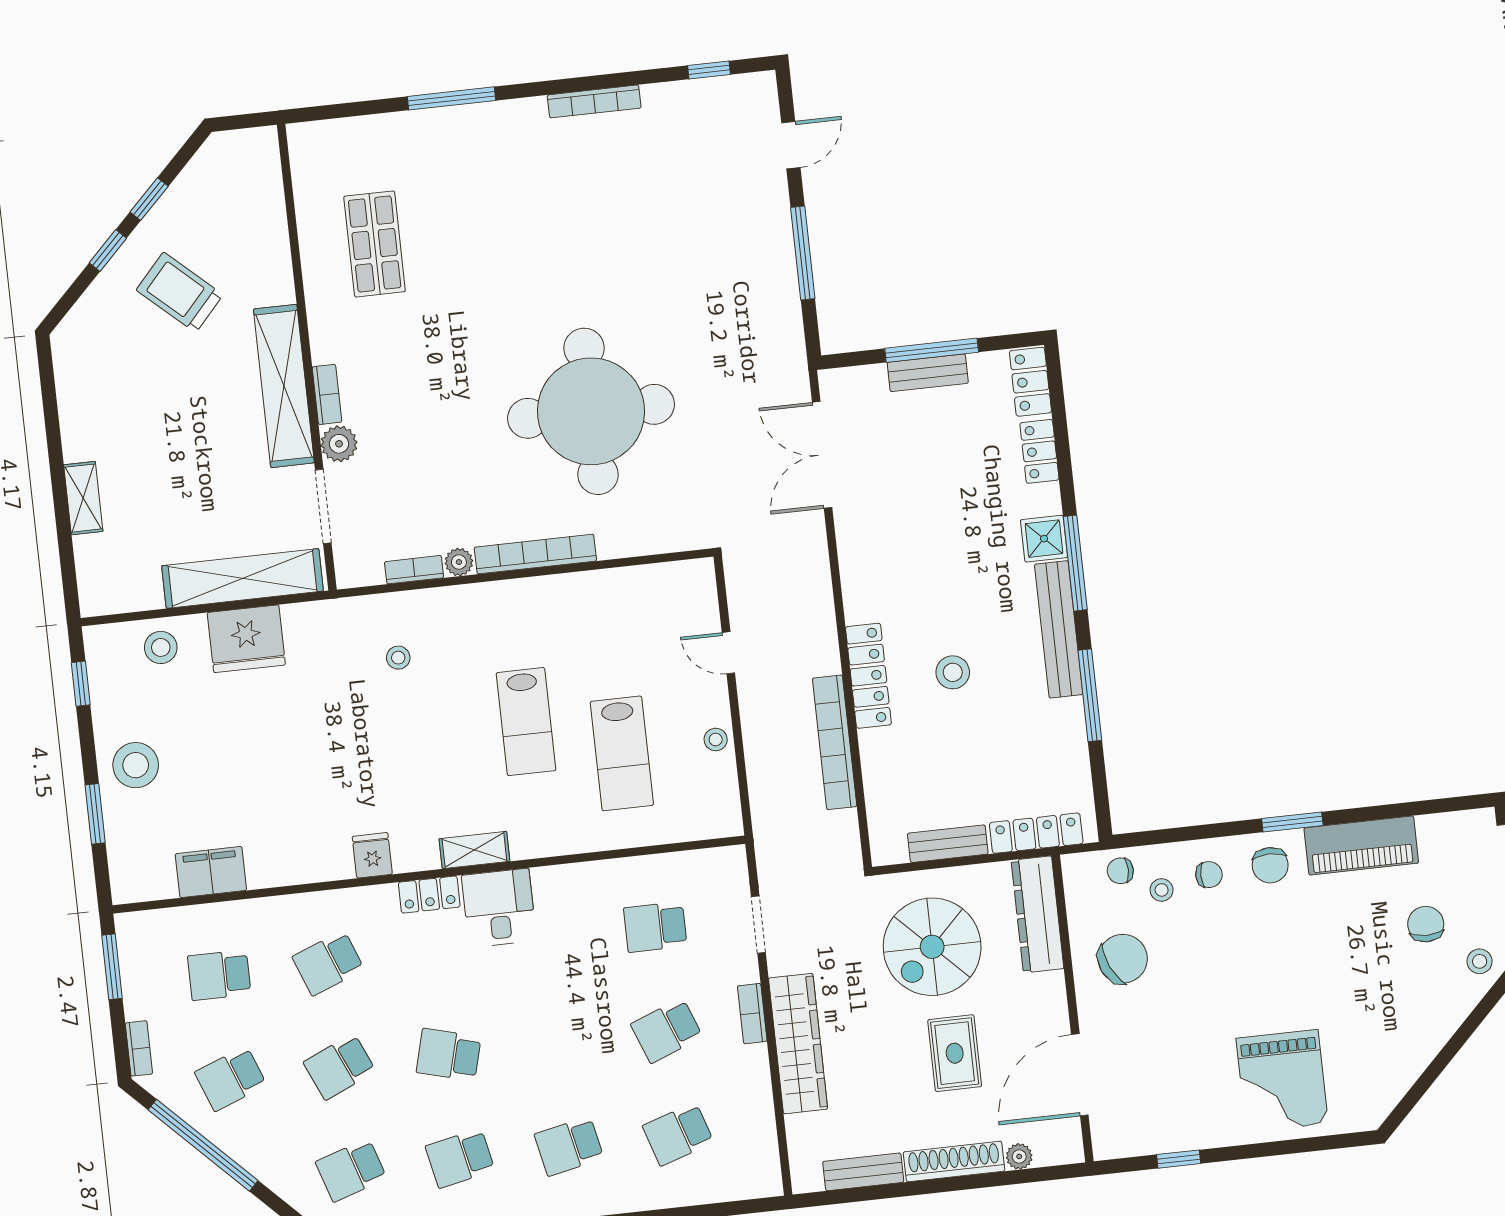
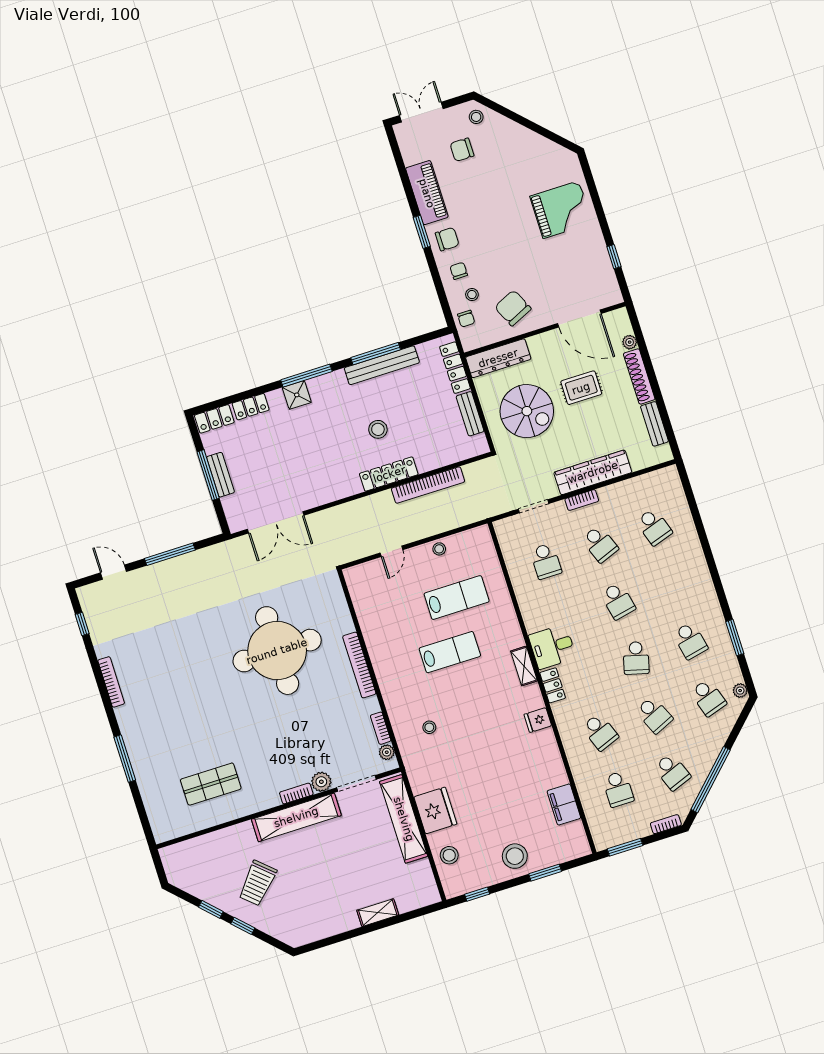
plant: (459, 562) -> (387, 752), moved
bench: (1059, 629) -> (382, 365), moved
school desk: (569, 1146) -> (618, 601), moved

